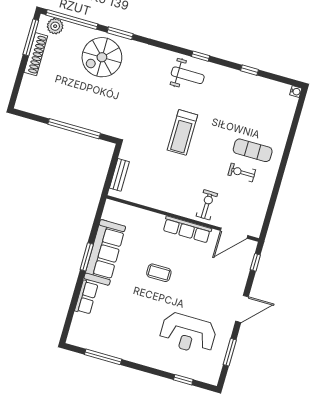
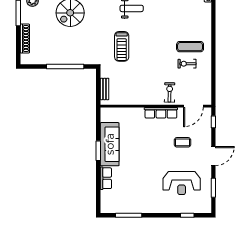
shoe rack: (36, 54) -> (25, 39), moved
treadmill: (182, 132) -> (122, 46), moved
coffee table: (159, 273) -> (183, 142), moved

